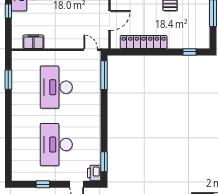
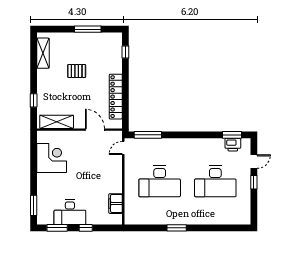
window: (8, 80) -> (177, 228), moved
printer: (94, 173) -> (233, 145), moved
window: (43, 184) -> (254, 182), moved

